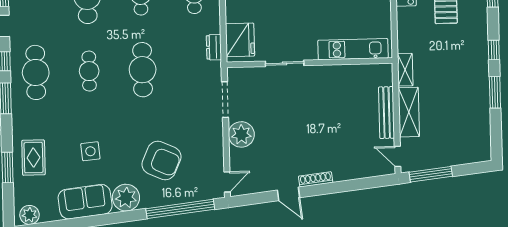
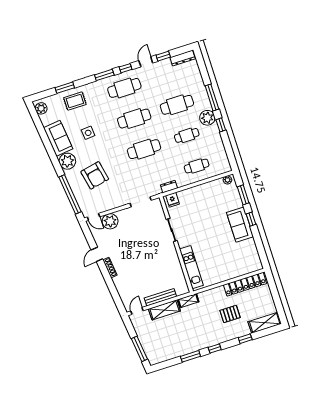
fridge: (240, 40) -> (172, 200), width x0.53, depth x0.75
cafe table: (89, 71) -> (134, 119), width x1.37, depth x1.35
plant: (241, 134) -> (110, 221), moved
armchair: (161, 160) -> (95, 175), turned -36
window: (431, 174) -> (139, 349), moved

